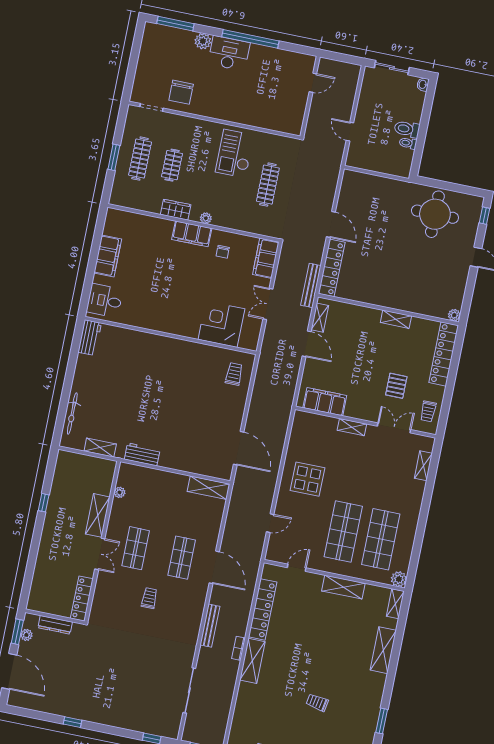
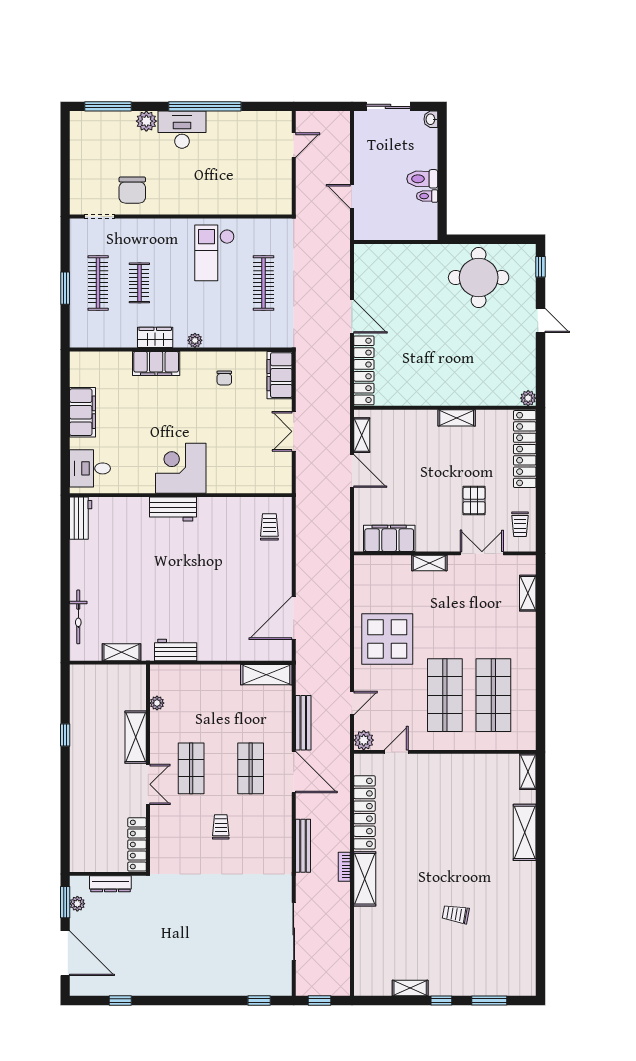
filing cabinet: (192, 234) -> (156, 363), moved
bench: (311, 285) -> (303, 723), moved
corner desk: (221, 324) -> (181, 468), moved
workbench: (162, 345) -> (173, 509), added
door: (239, 448) -> (294, 618), swing flipped
display table: (308, 479) -> (387, 639), width x1.36, depth x1.36
plant: (399, 579) -> (364, 740), moved
shelving: (343, 587) -> (459, 764), removed
window: (382, 721) -> (540, 921), removed
window: (73, 722) -> (120, 1000), moved

